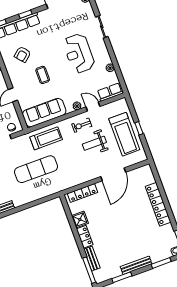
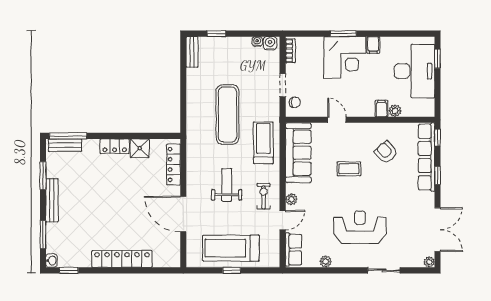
treadmill: (46, 138) -> (263, 143), turned 180
weight bench: (94, 143) -> (227, 185), moved
bench: (92, 259) -> (65, 145), moved

